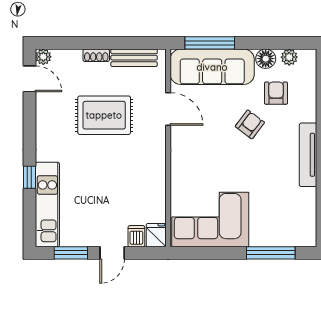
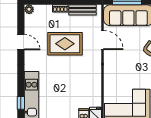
door: (29, 79) -> (21, 42), moved
window: (29, 177) -> (21, 103), moved

